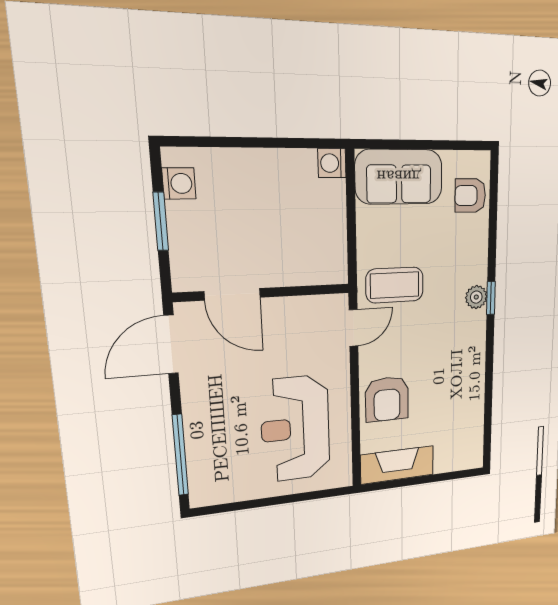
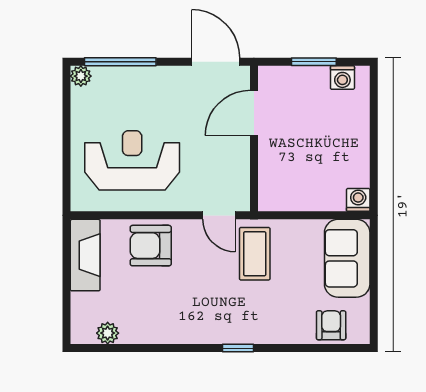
plant: (476, 297) -> (108, 333), moved
plant: (201, 496) -> (81, 76), added

